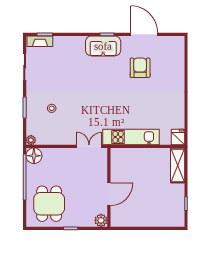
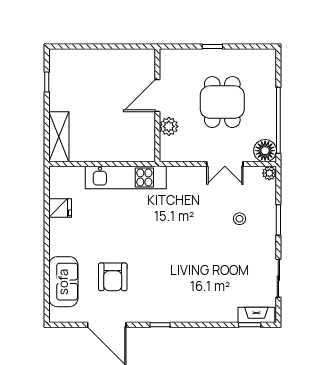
sofa: (103, 46) -> (63, 282), moved, turned 90
fridge: (178, 137) -> (60, 208), moved, turned -90
double door: (89, 146) -> (225, 164), moved
dining table: (49, 204) -> (222, 102), moved
plant: (101, 220) -> (169, 126), moved

